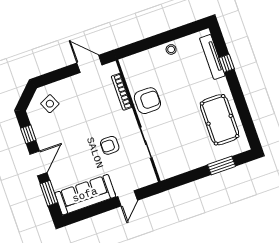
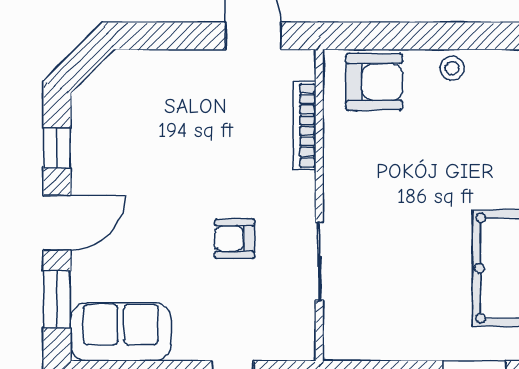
armchair: (147, 101) -> (374, 82), moved
side table: (50, 104) -> (131, 95), removed
sofa: (85, 195) -> (121, 332), width x0.73

